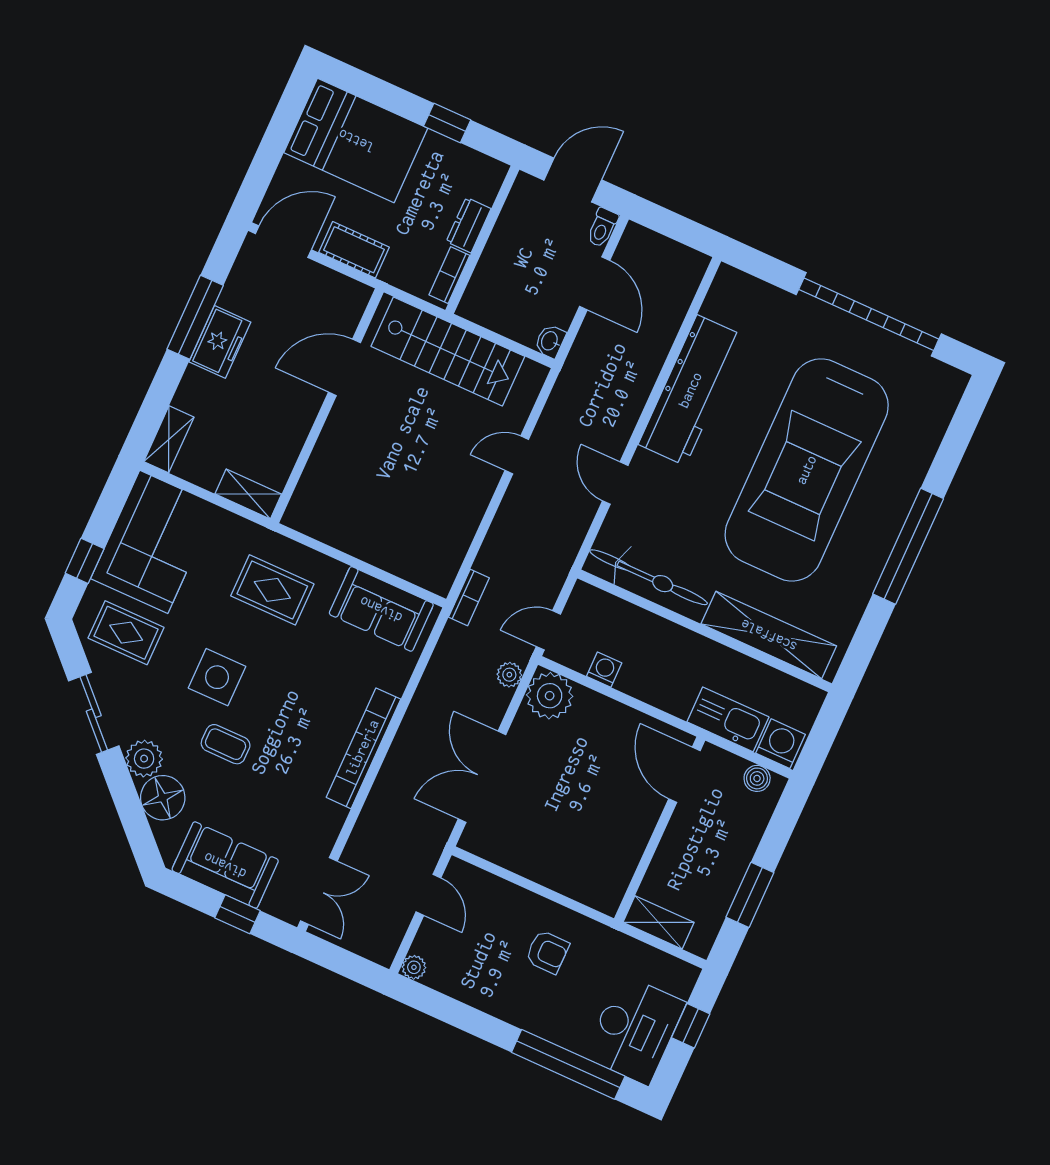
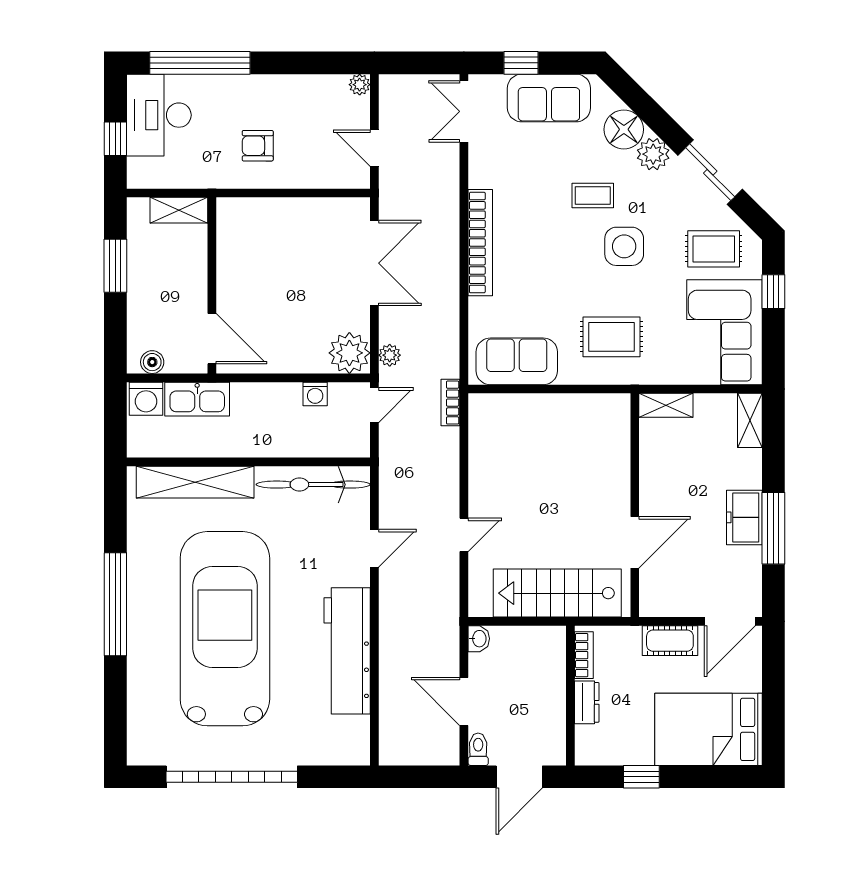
door: (615, 483) -> (374, 548), hinge flipped

